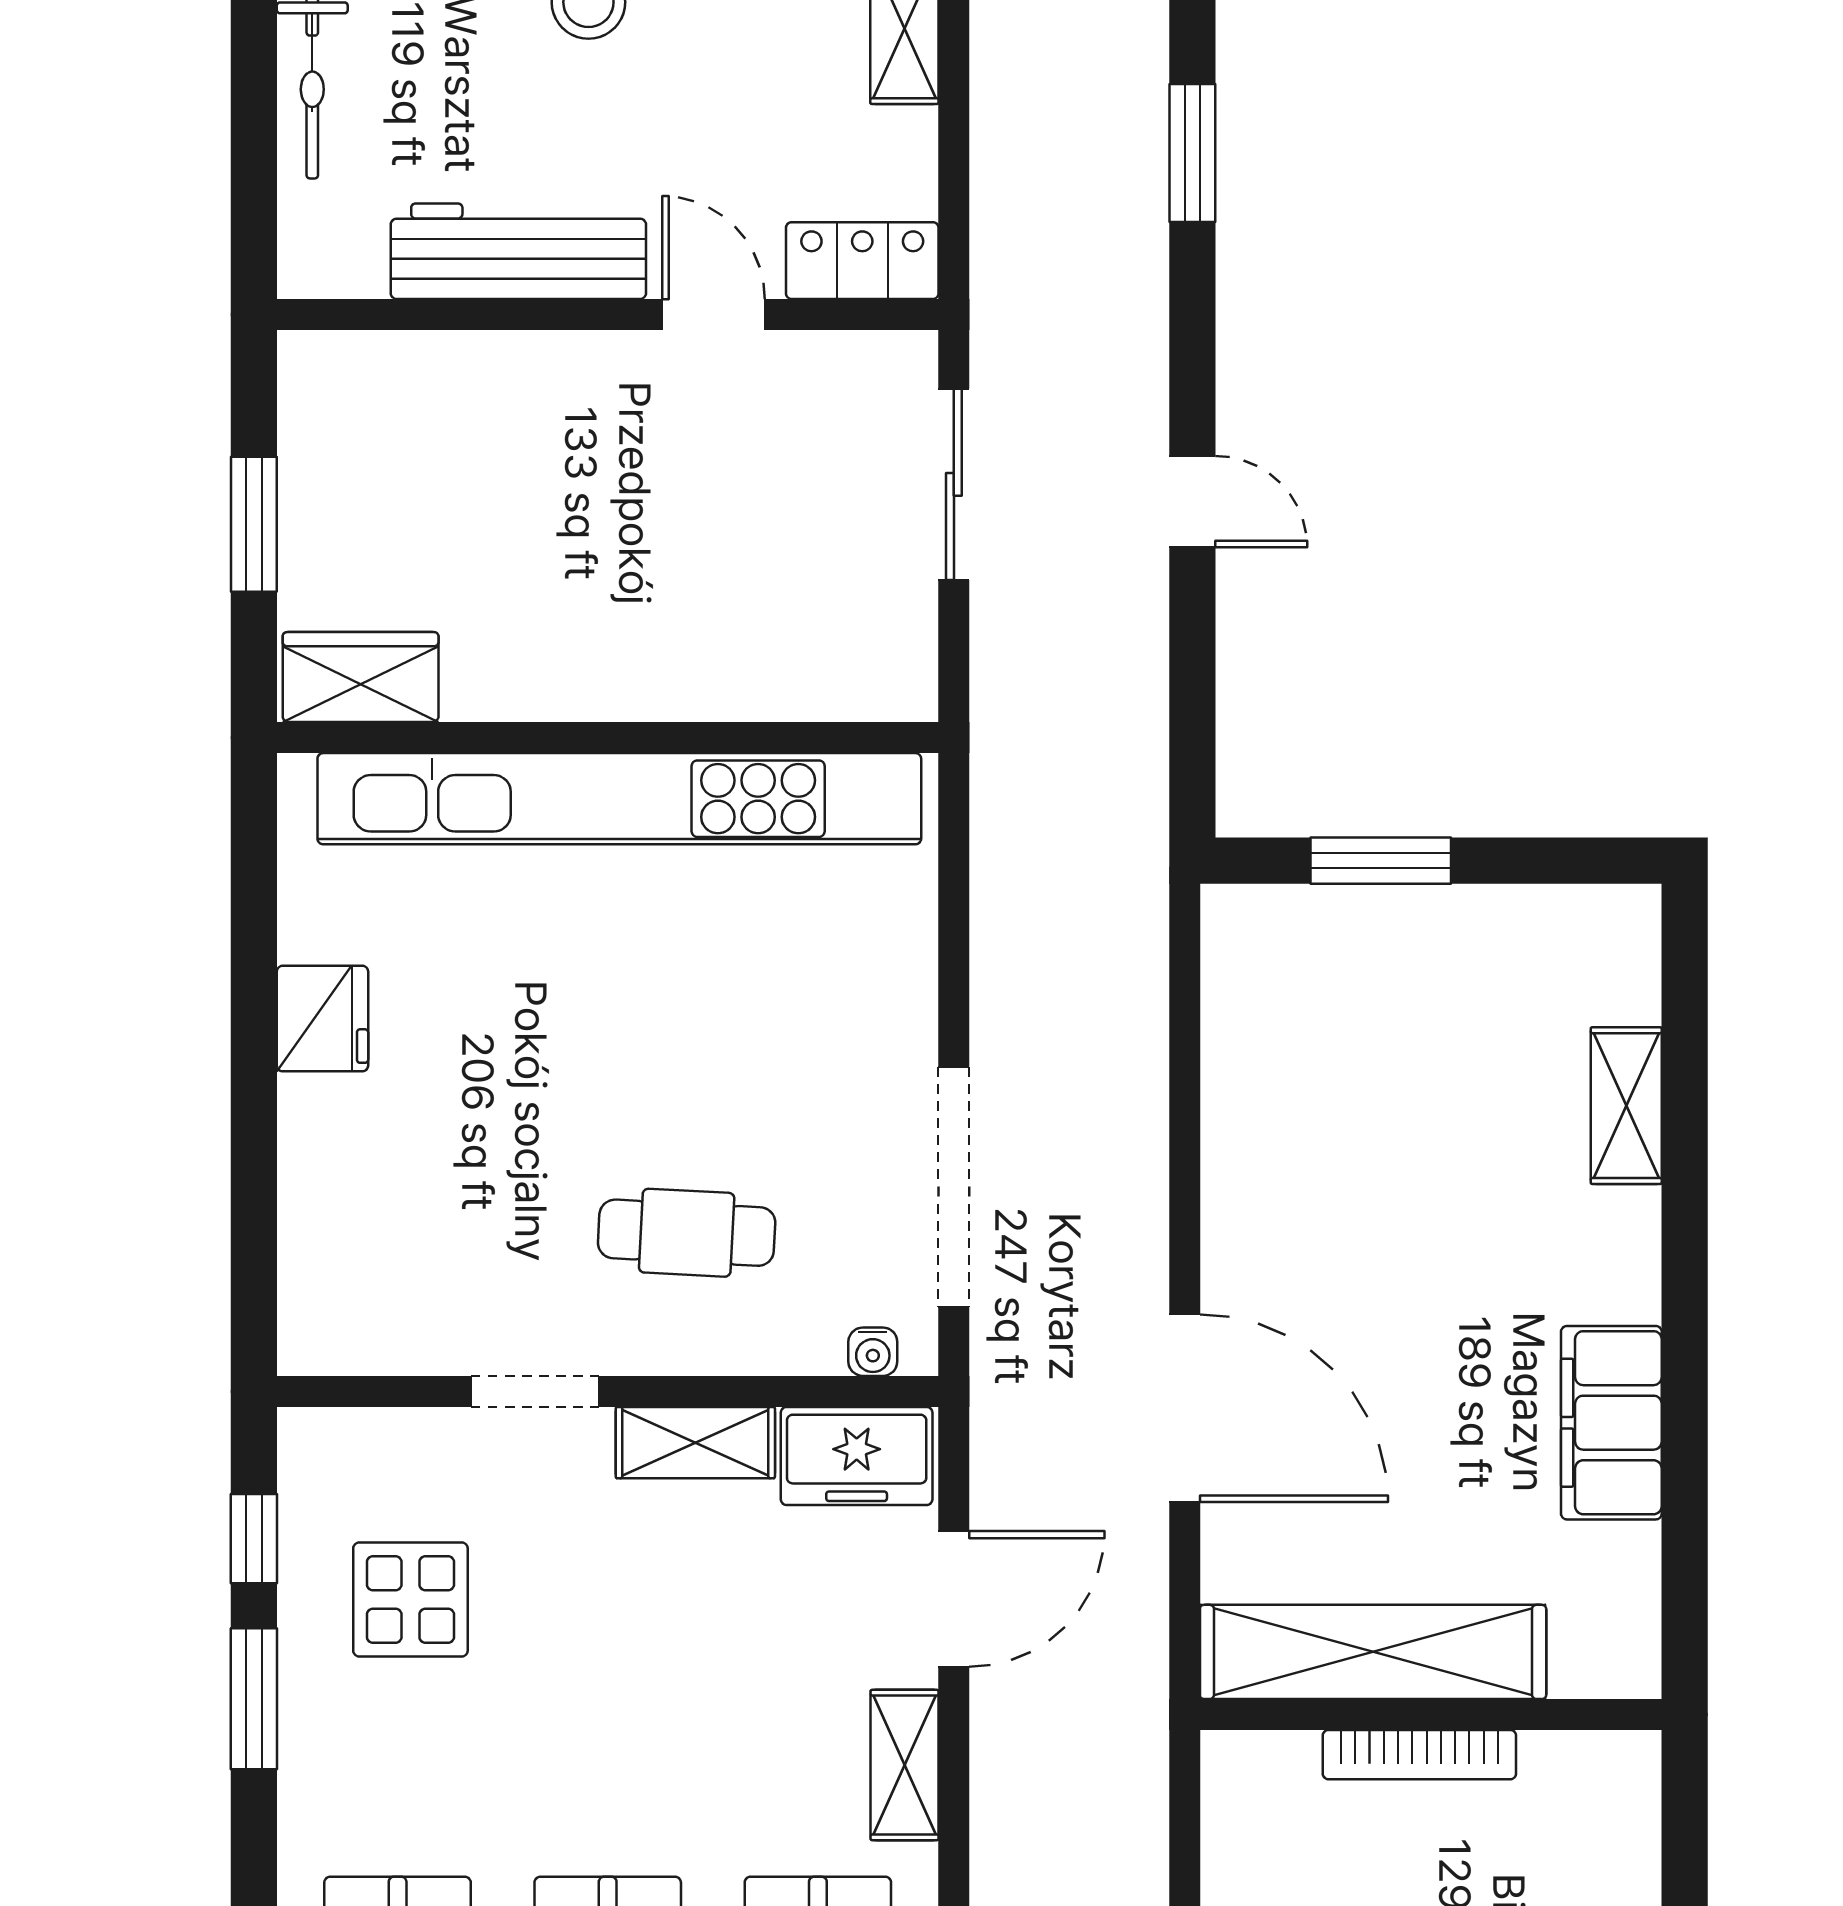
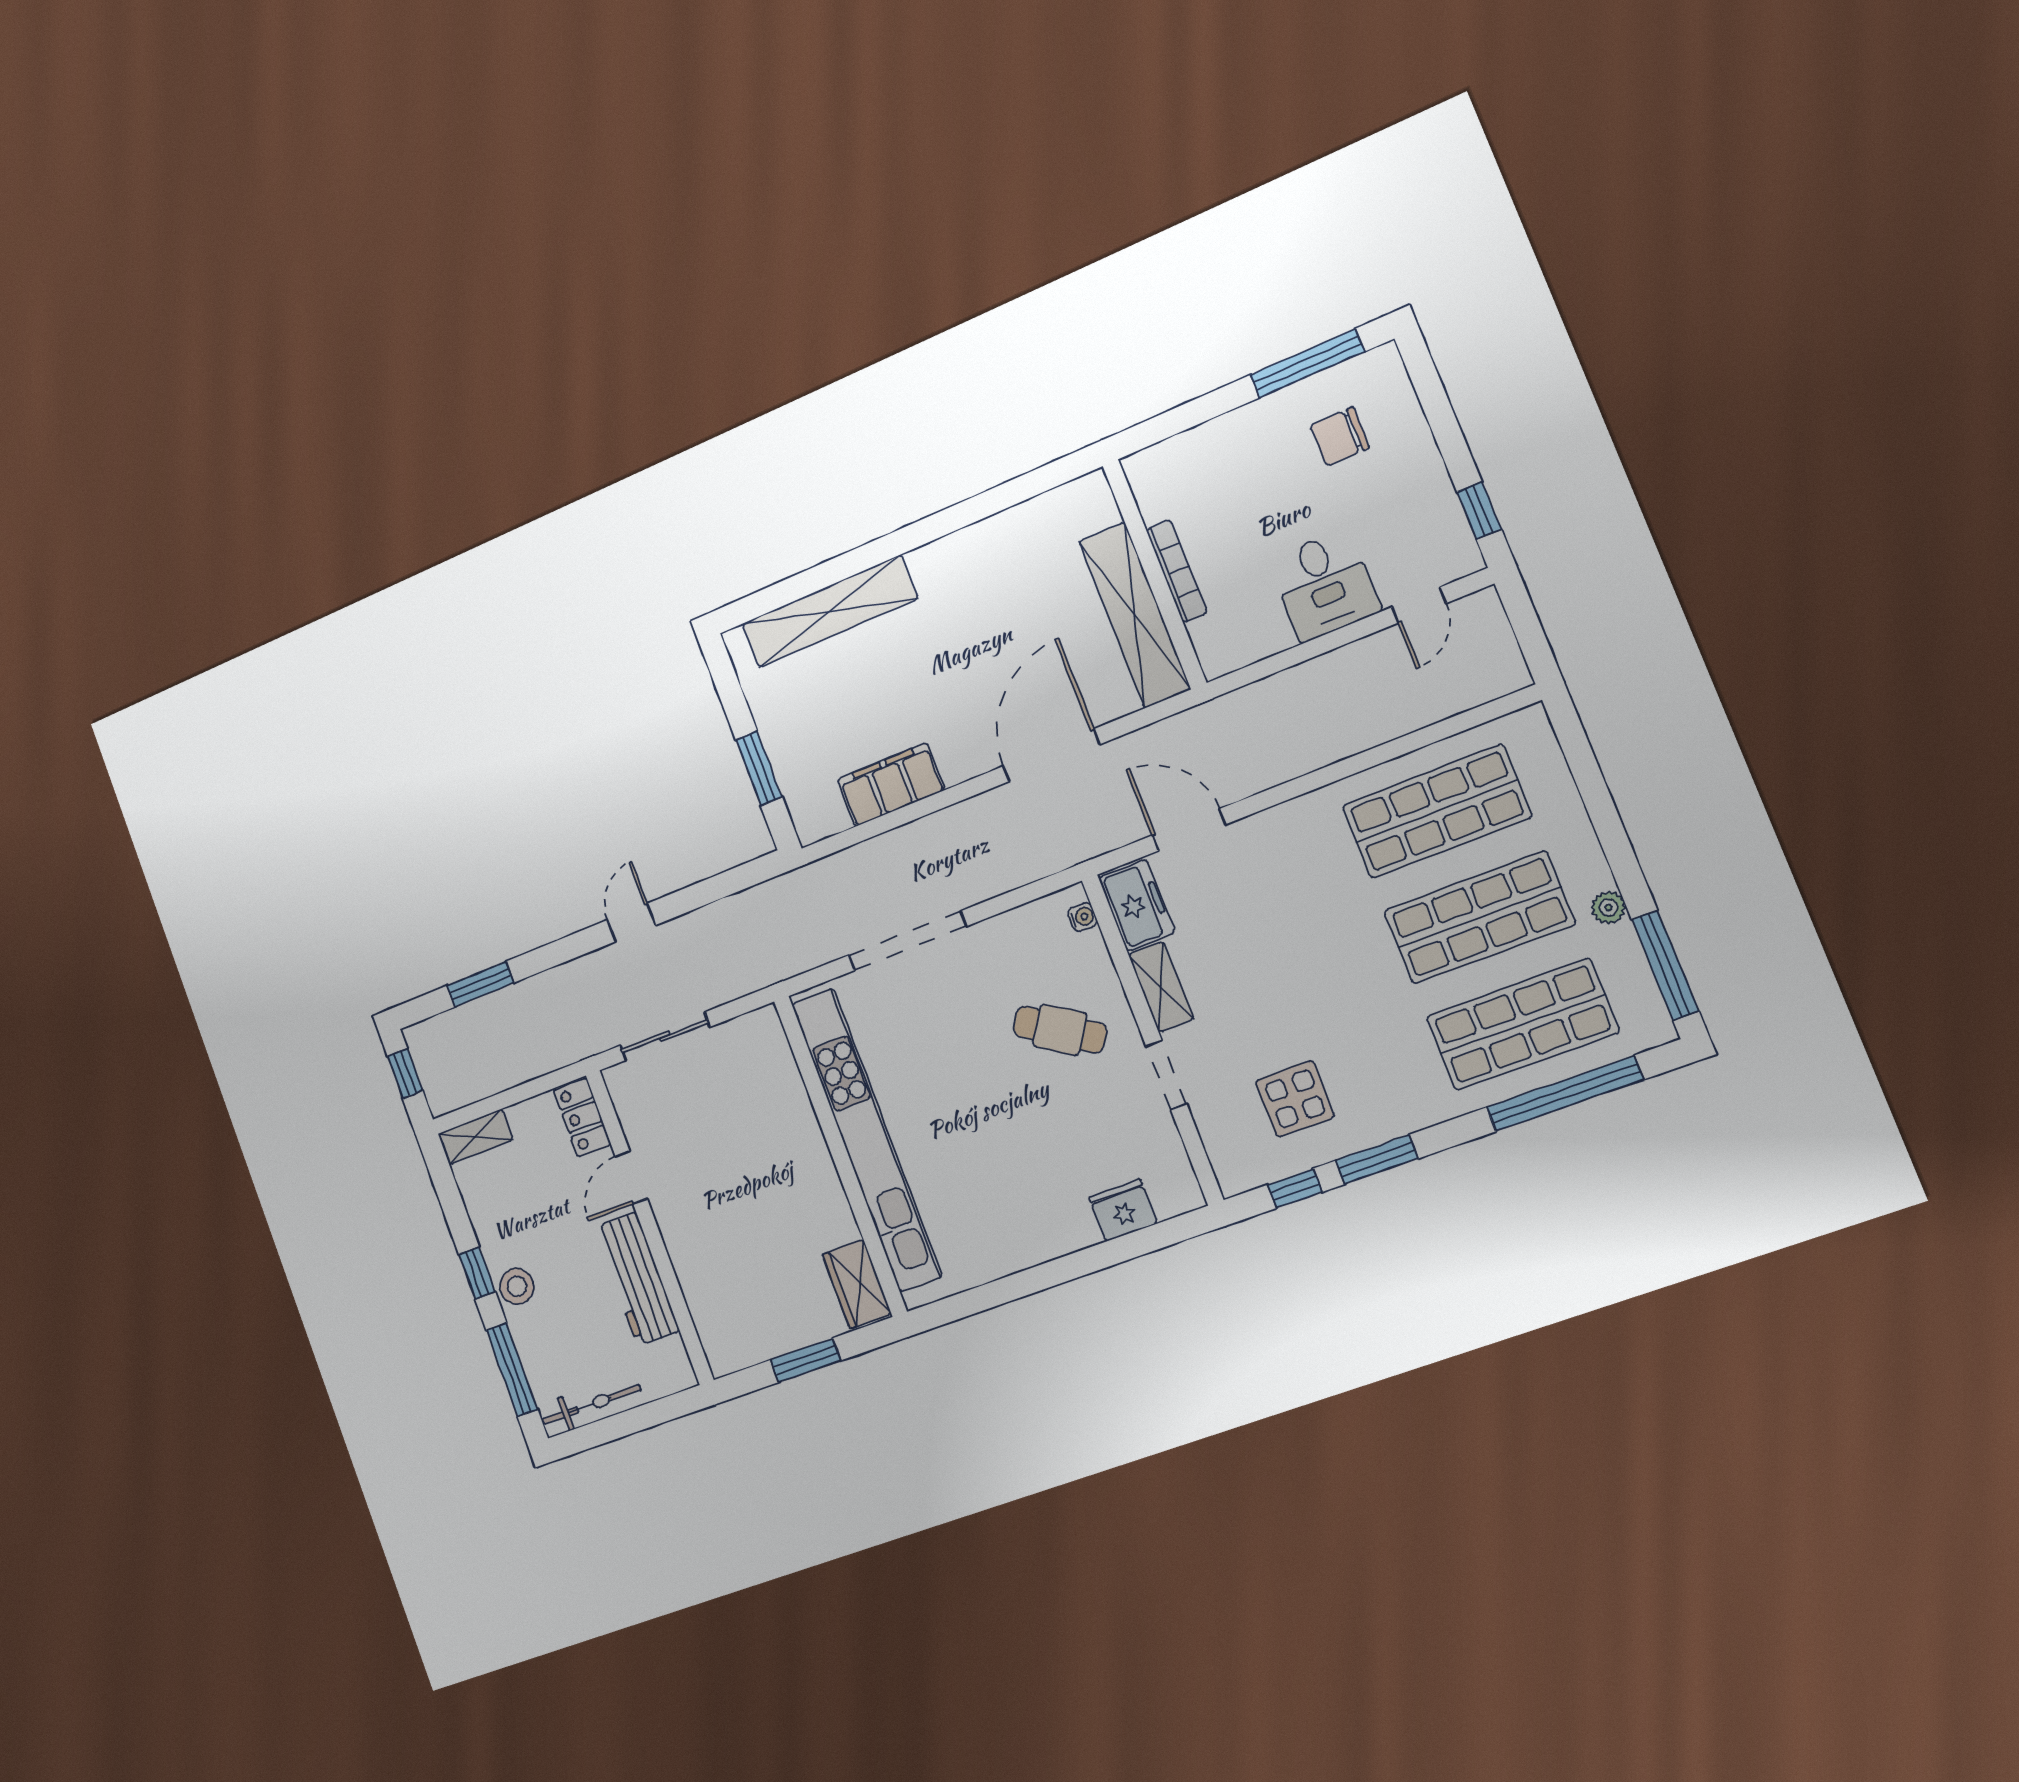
fridge: (322, 1019) -> (1123, 1210), moved
shelving: (1626, 1106) -> (829, 611), width x2.20, depth x1.33
doorway: (954, 1187) -> (907, 941), moved
cafe table: (687, 1233) -> (1060, 1030), turned -60
filing cabinet: (1611, 1423) -> (891, 785), moved, turned 180
shelving: (905, 1765) -> (1282, 821), removed

